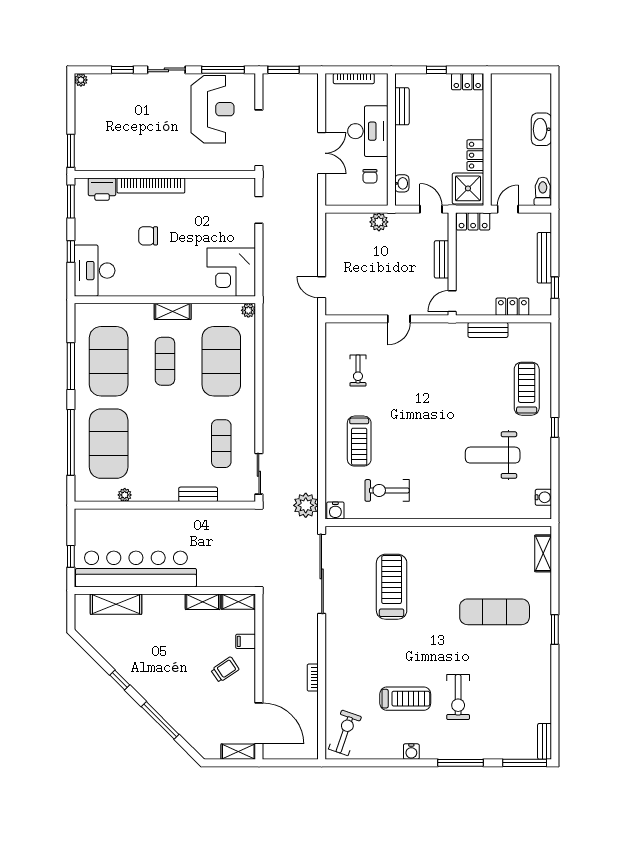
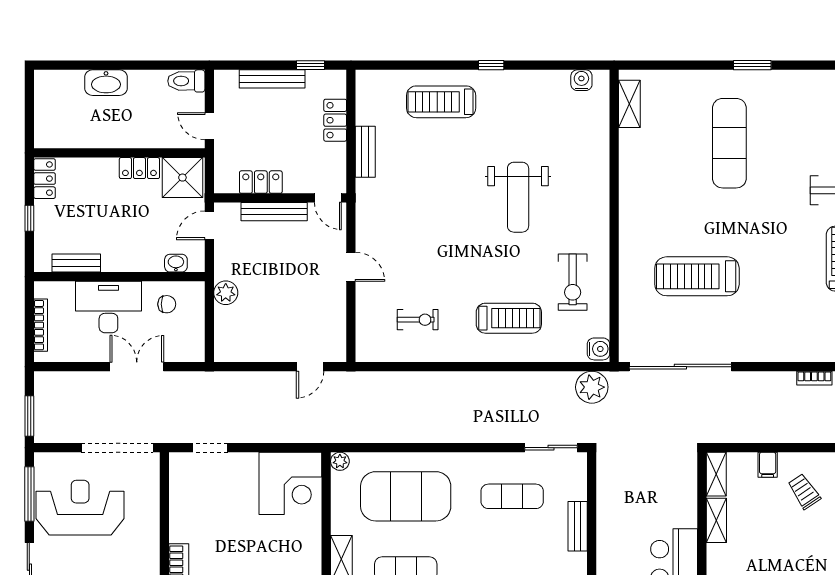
locker: (473, 221) -> (261, 182), moved, turned -90
bench: (442, 259) -> (274, 212), width x1.36
weight bench: (493, 455) -> (518, 197), moved
shelving: (543, 553) -> (629, 104), moved, turned 90

